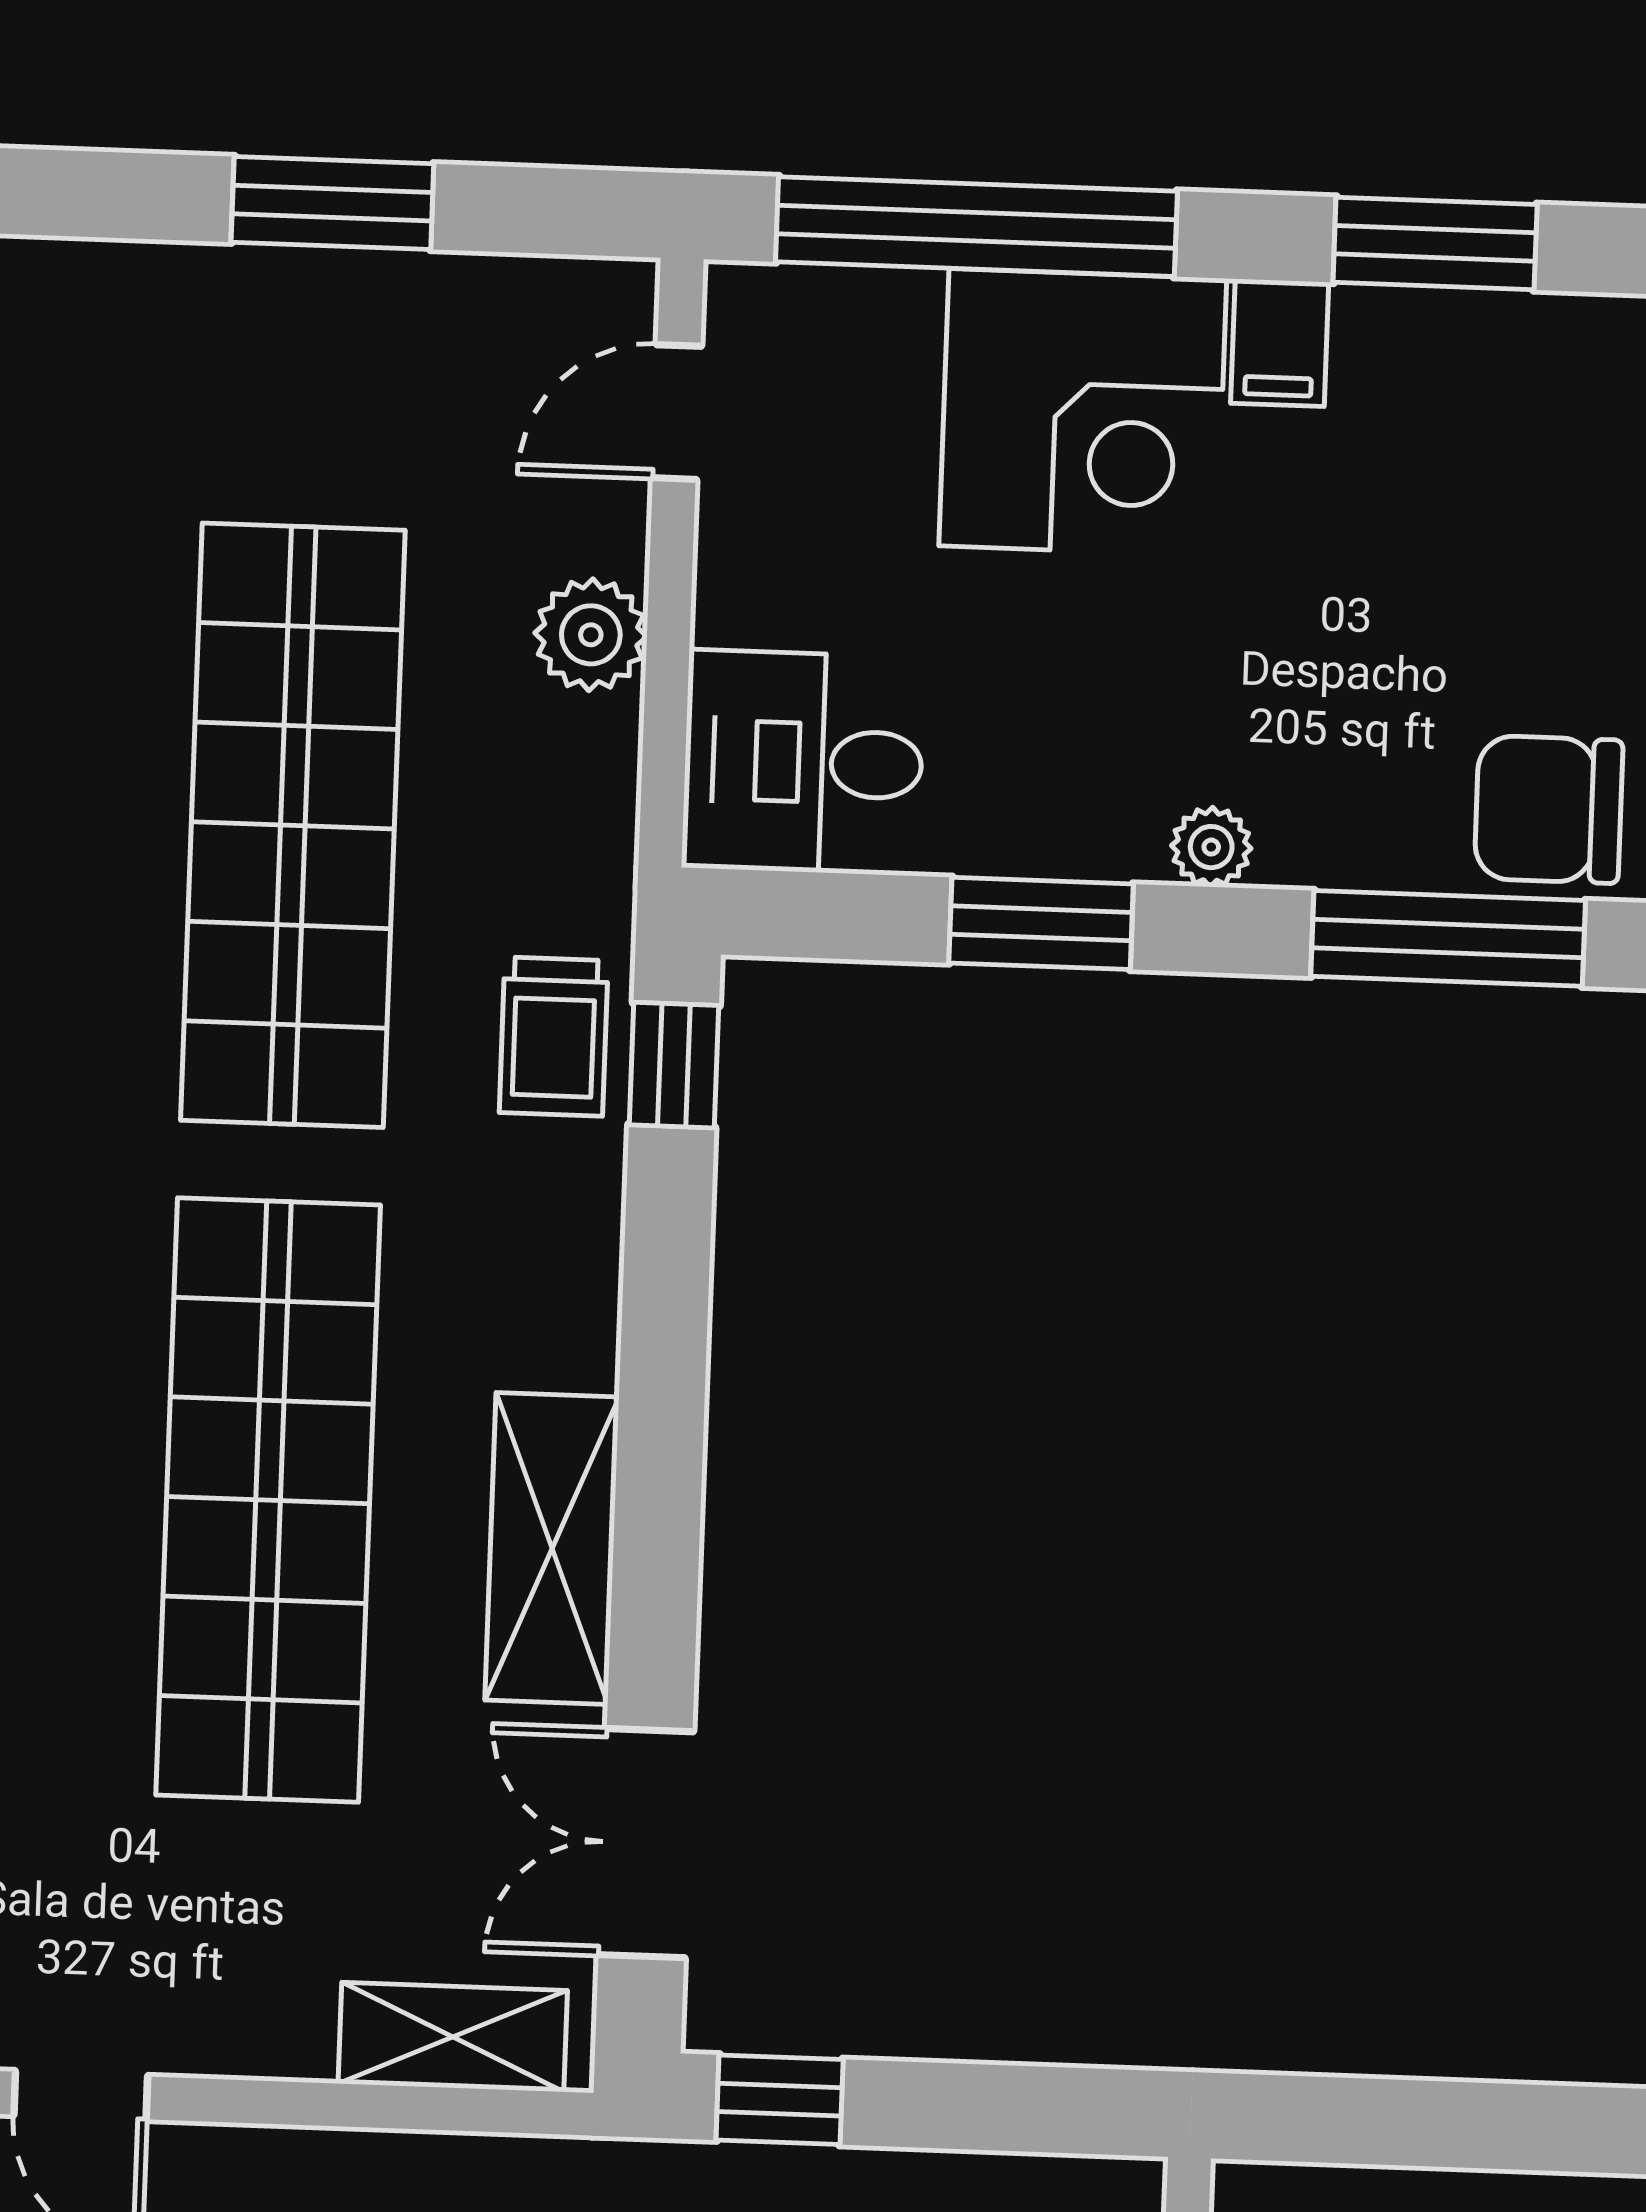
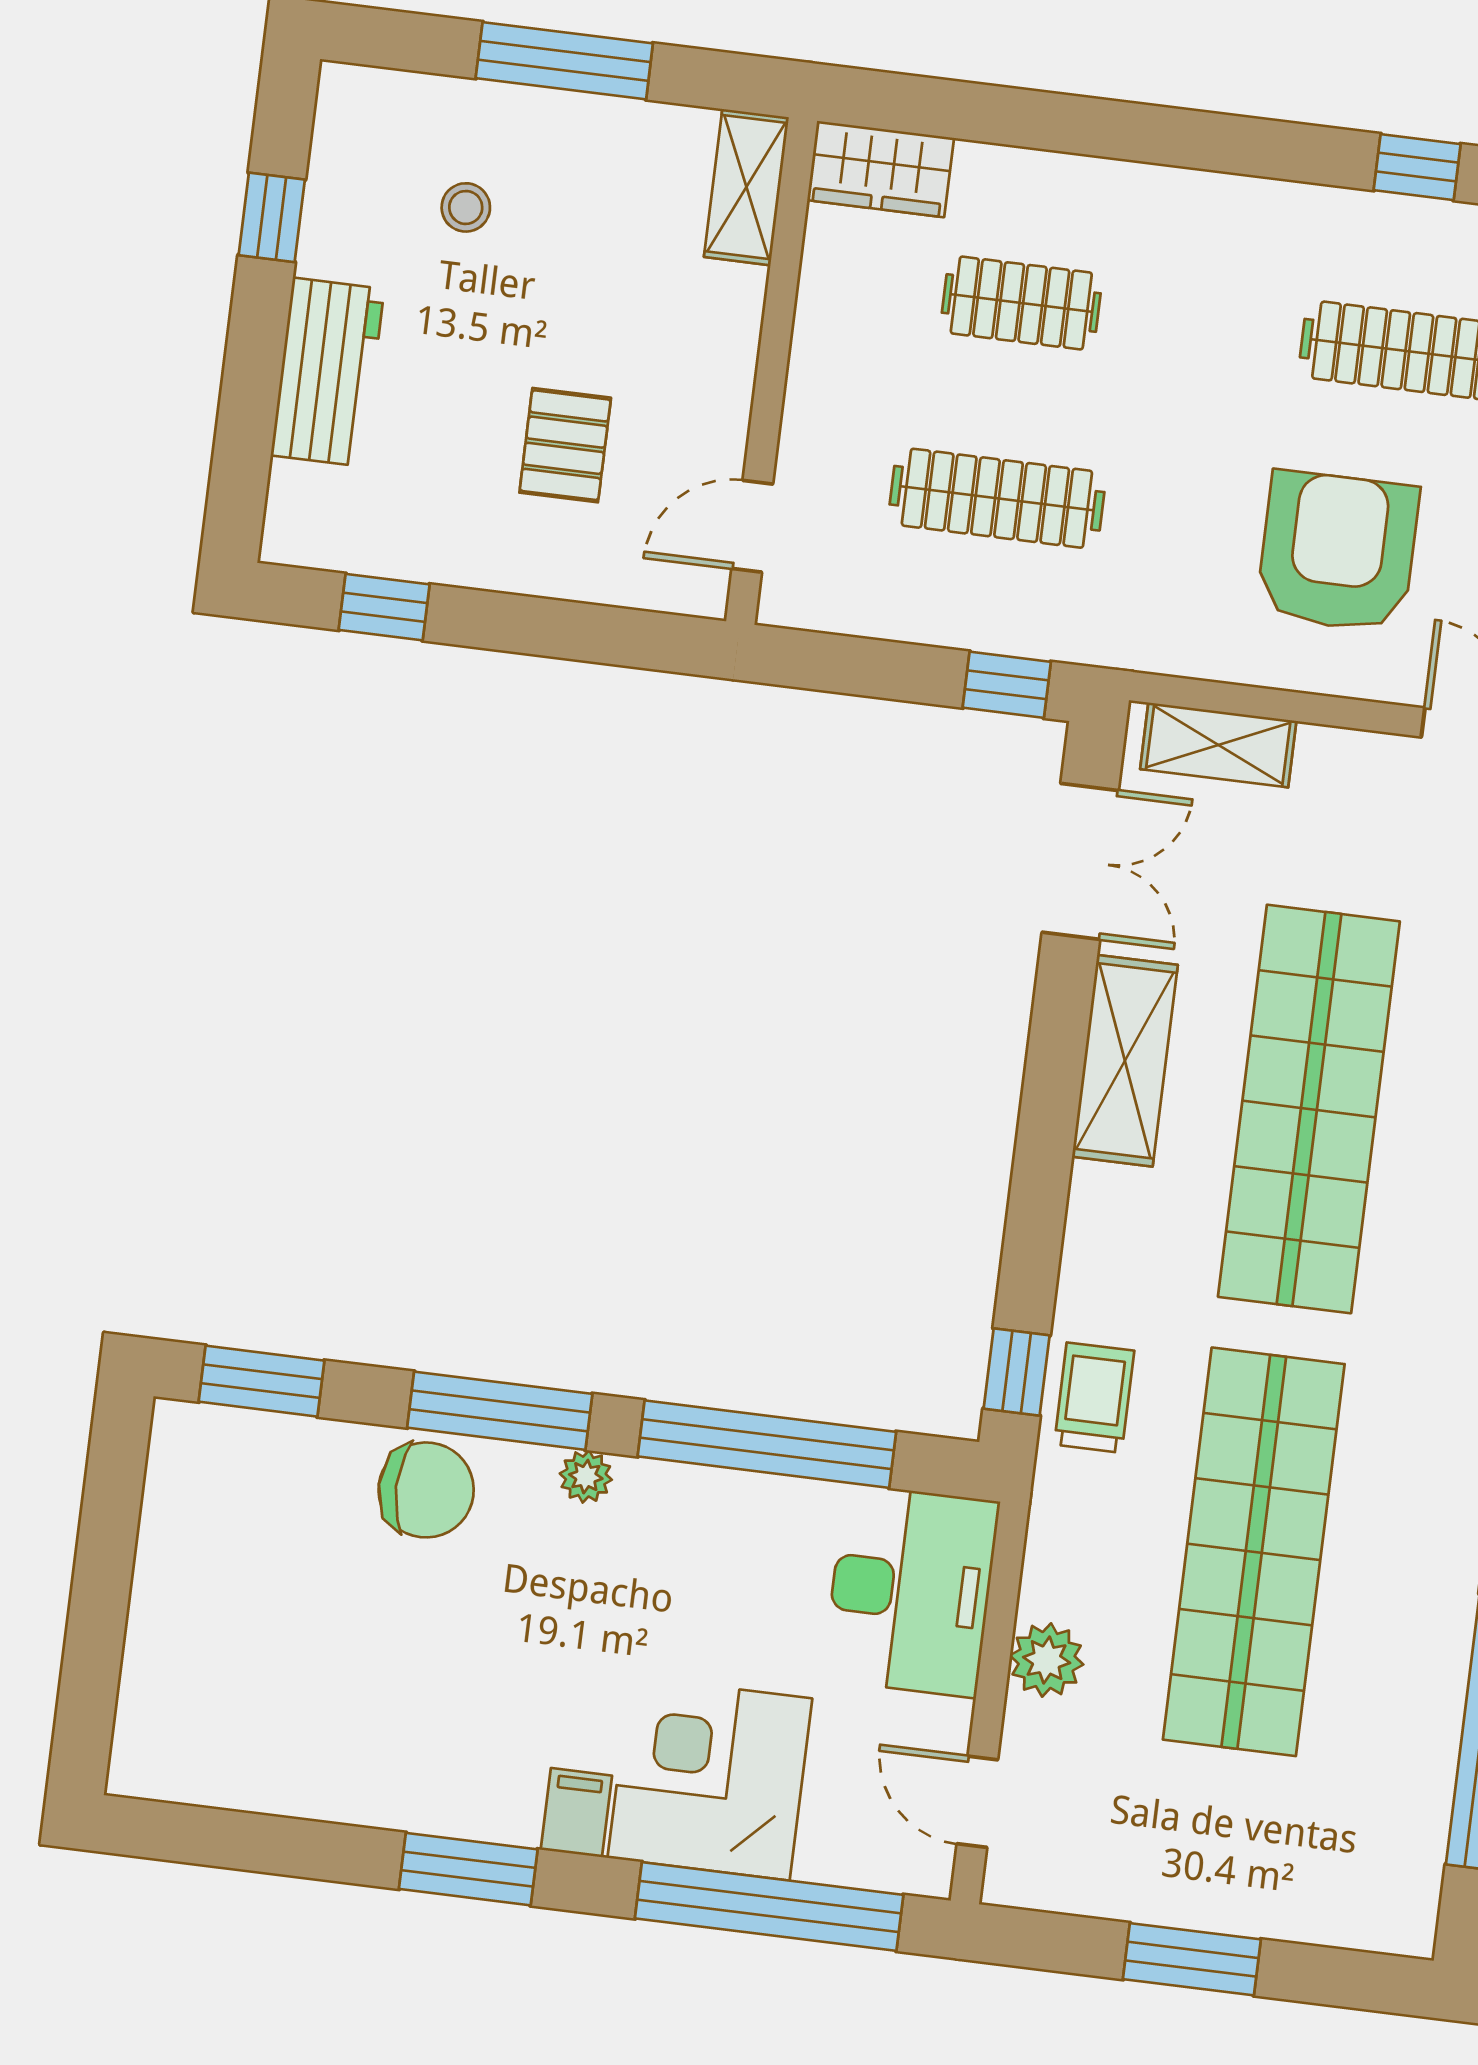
door: (677, 412) -> (977, 1802), swing flipped
desk: (803, 762) -> (911, 1590), width x1.37
plant: (1211, 847) -> (586, 1477), moved
window: (1041, 923) -> (767, 1444), width x2.11

